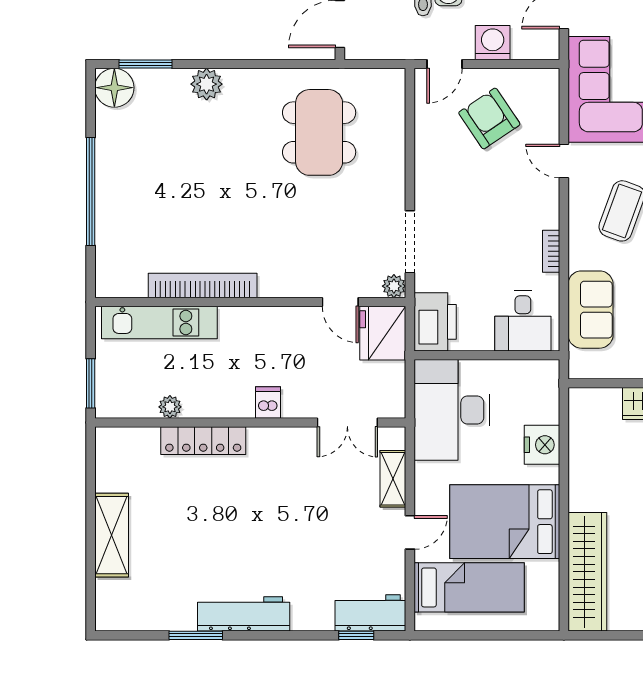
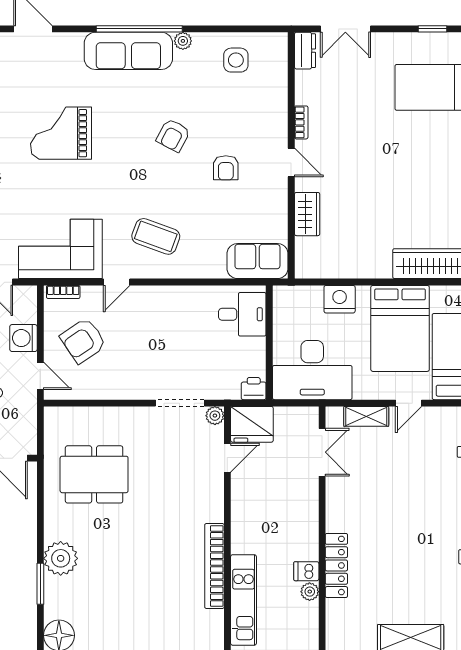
window: (145, 64) -> (40, 584), moved
plant: (207, 84) -> (61, 558), width x1.36, depth x1.36
bookcase: (551, 251) -> (63, 292), moved
sofa: (591, 310) -> (257, 261), moved
printer: (435, 322) -> (254, 389), width x0.53, depth x0.68
dishwasher: (268, 402) -> (306, 571), moved
door: (410, 532) -> (409, 403), swing flipped

